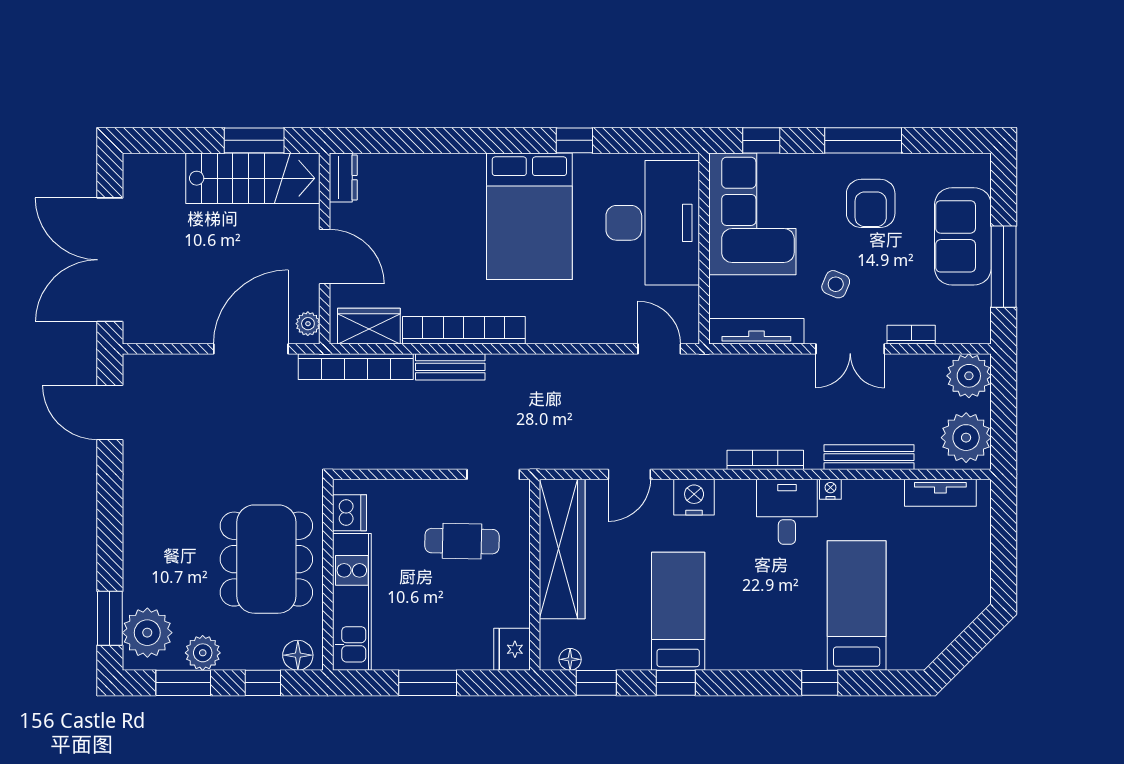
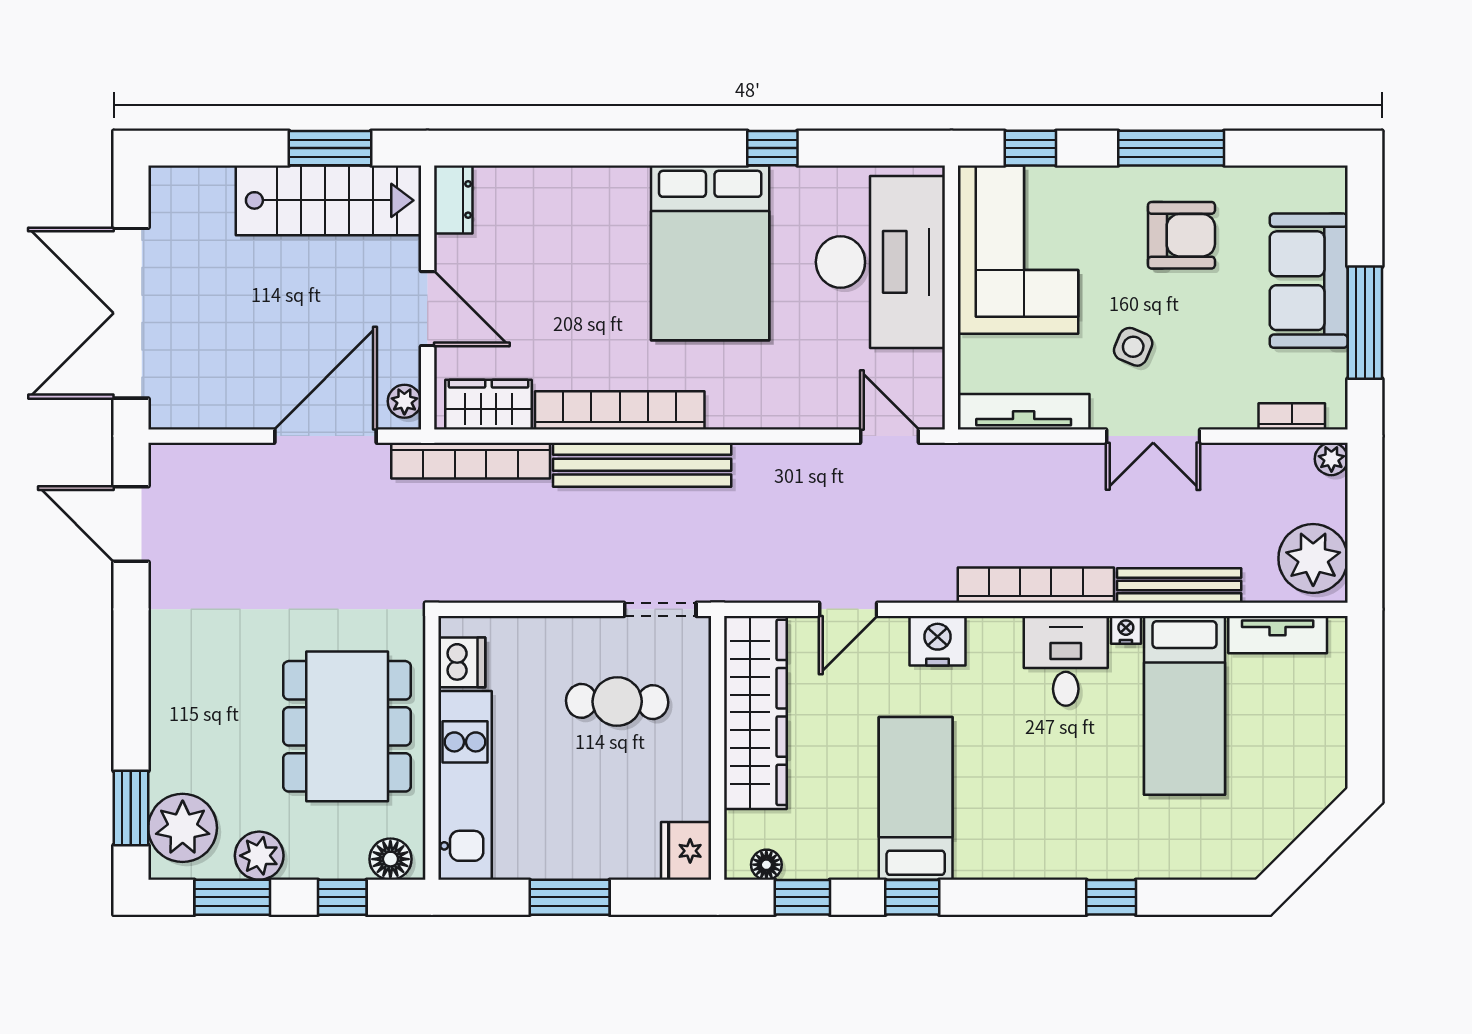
armchair: (871, 203) -> (1181, 235), turned -90
bookcase: (911, 335) -> (1292, 416), moved
bench: (450, 367) -> (642, 465), width x1.86, depth x1.21
plant: (969, 376) -> (1331, 459), width x0.53, depth x0.53
bookcase: (765, 460) -> (1036, 585), width x1.48, depth x1.31
bed: (857, 605) -> (1185, 705), moved, turned 180

